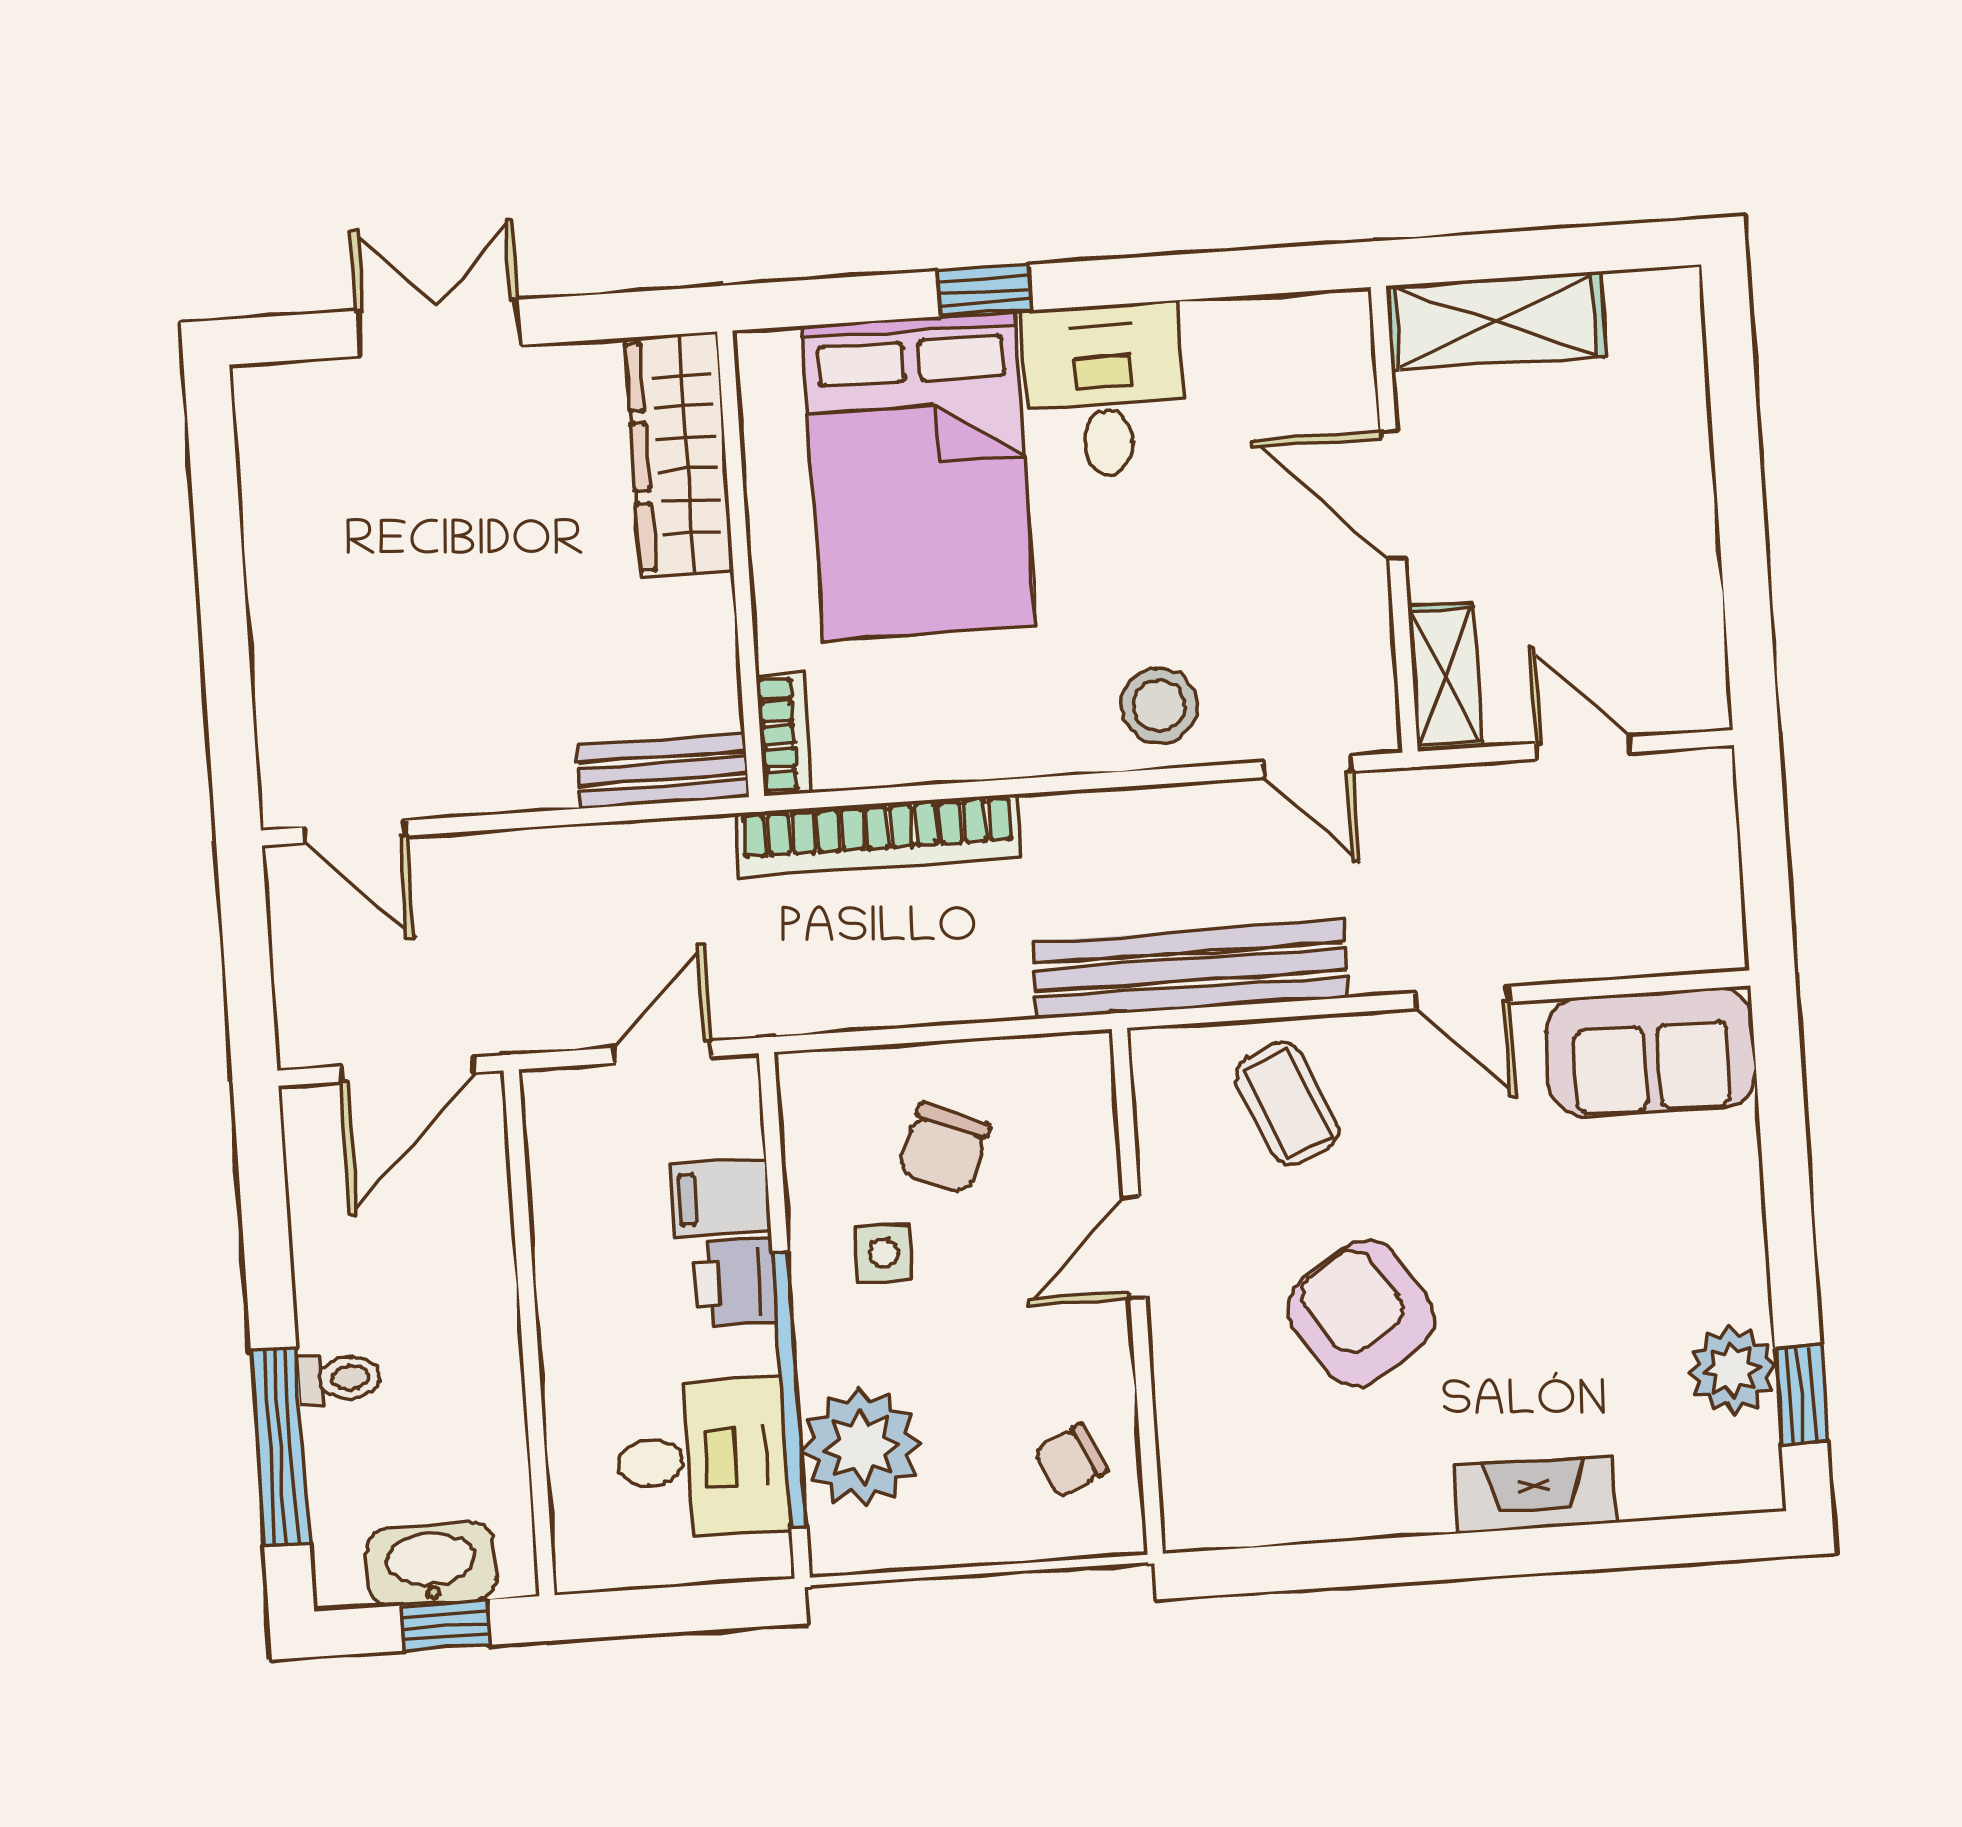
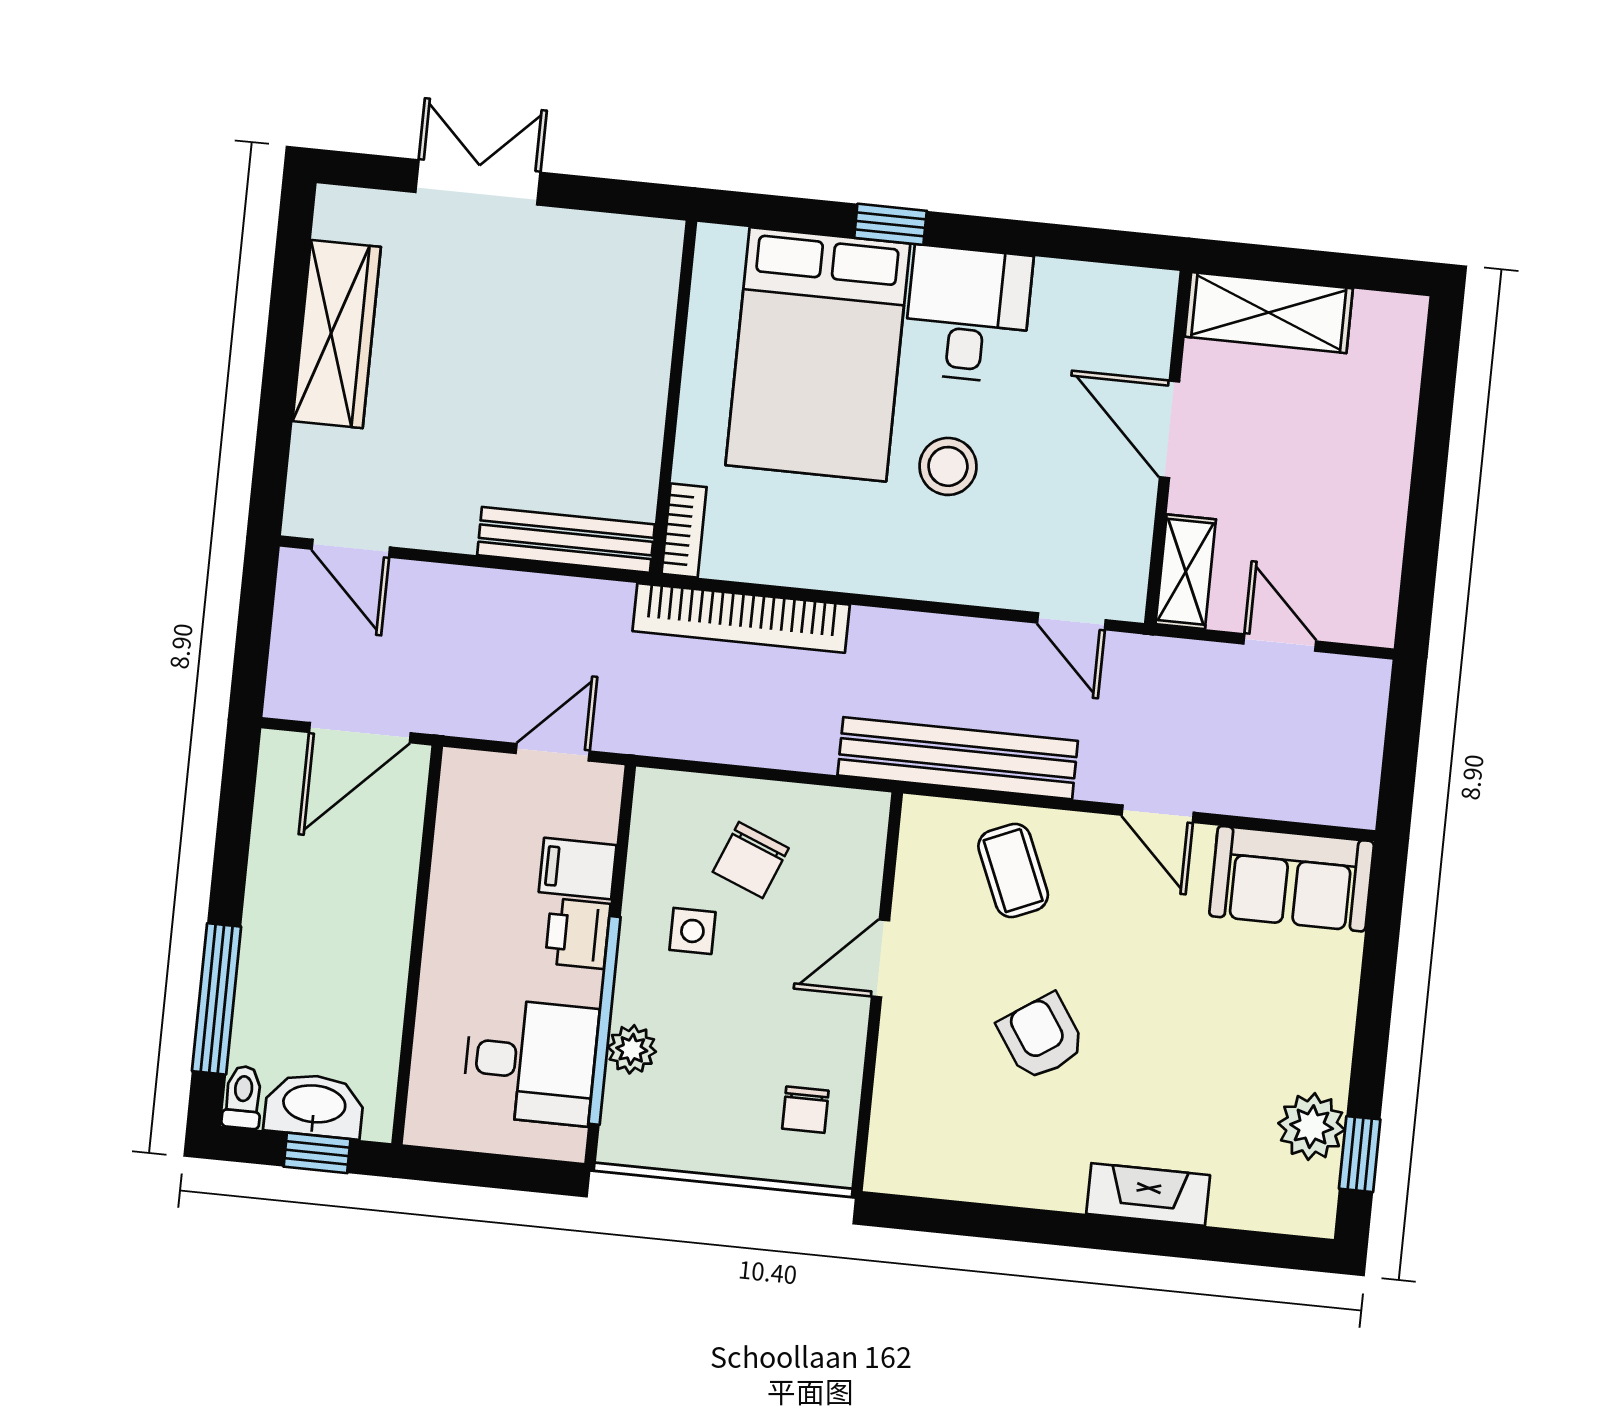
wardrobe: (679, 454) -> (337, 334), moved, turned 180
stool: (1159, 705) -> (948, 466), moved
bench: (663, 771) -> (566, 540), width x1.36
armchair: (1361, 1314) -> (1041, 1037), width x0.72, depth x0.72
toilet: (339, 1379) -> (243, 1097), moved, turned -90
plant: (861, 1447) -> (632, 1049), width x0.53, depth x0.53
chair: (1070, 1461) -> (805, 1110), turned -65

